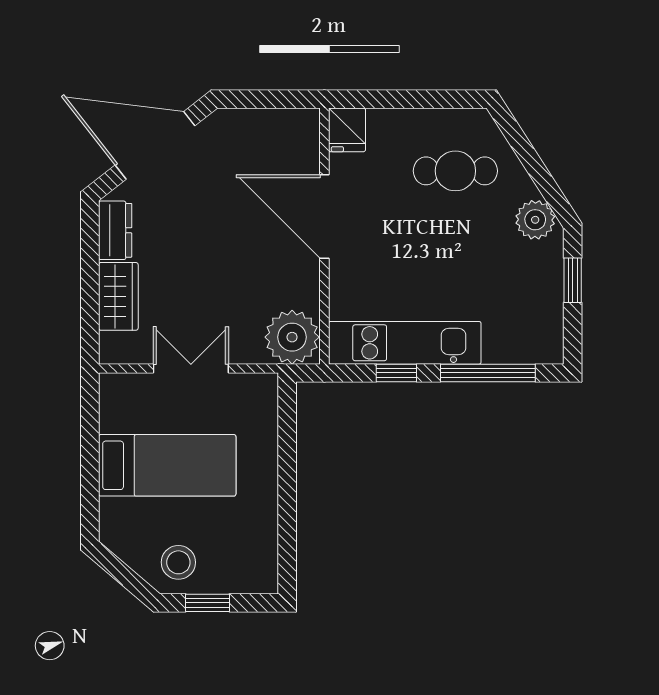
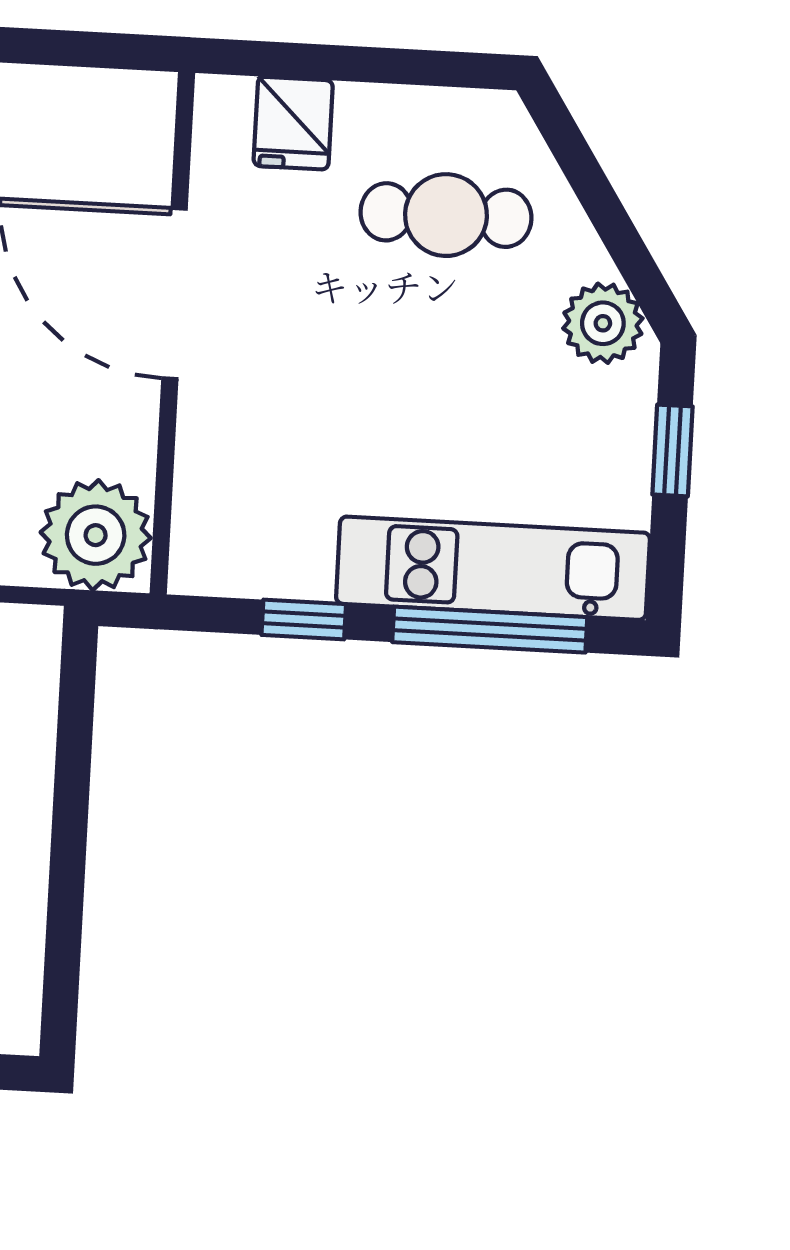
fridge: (347, 130) -> (293, 123), moved
kitchen unit: (405, 343) -> (493, 568), moved

